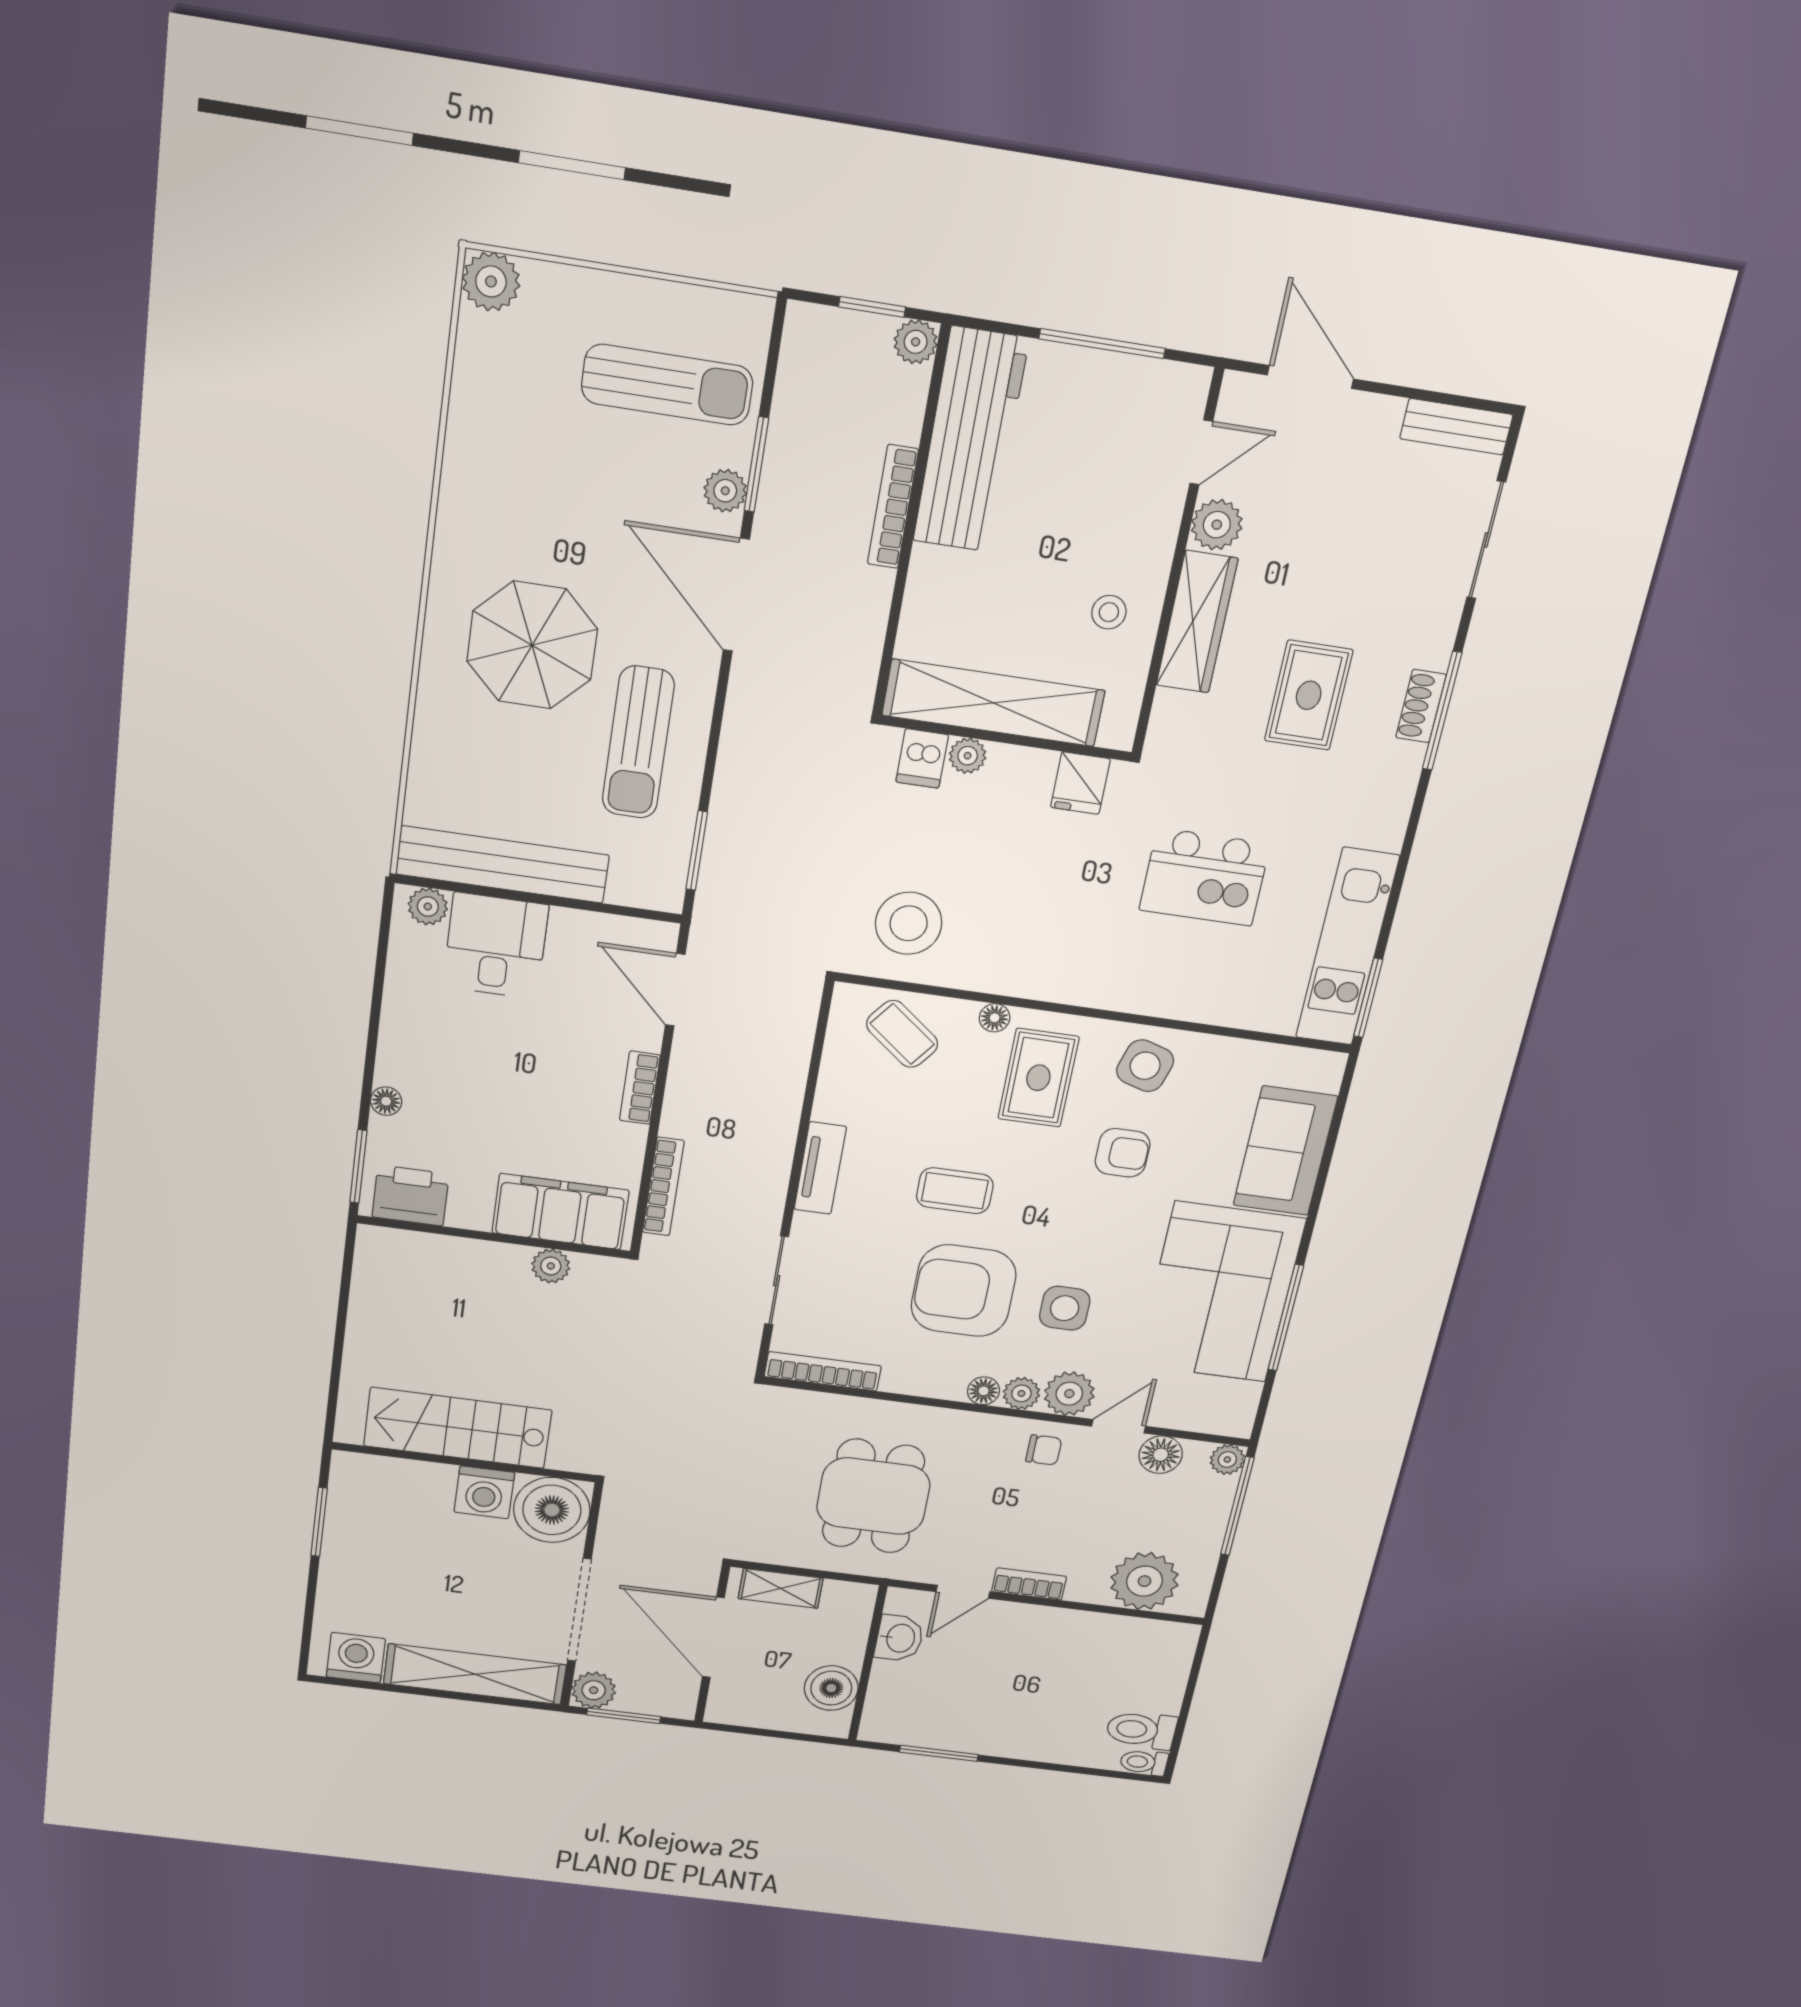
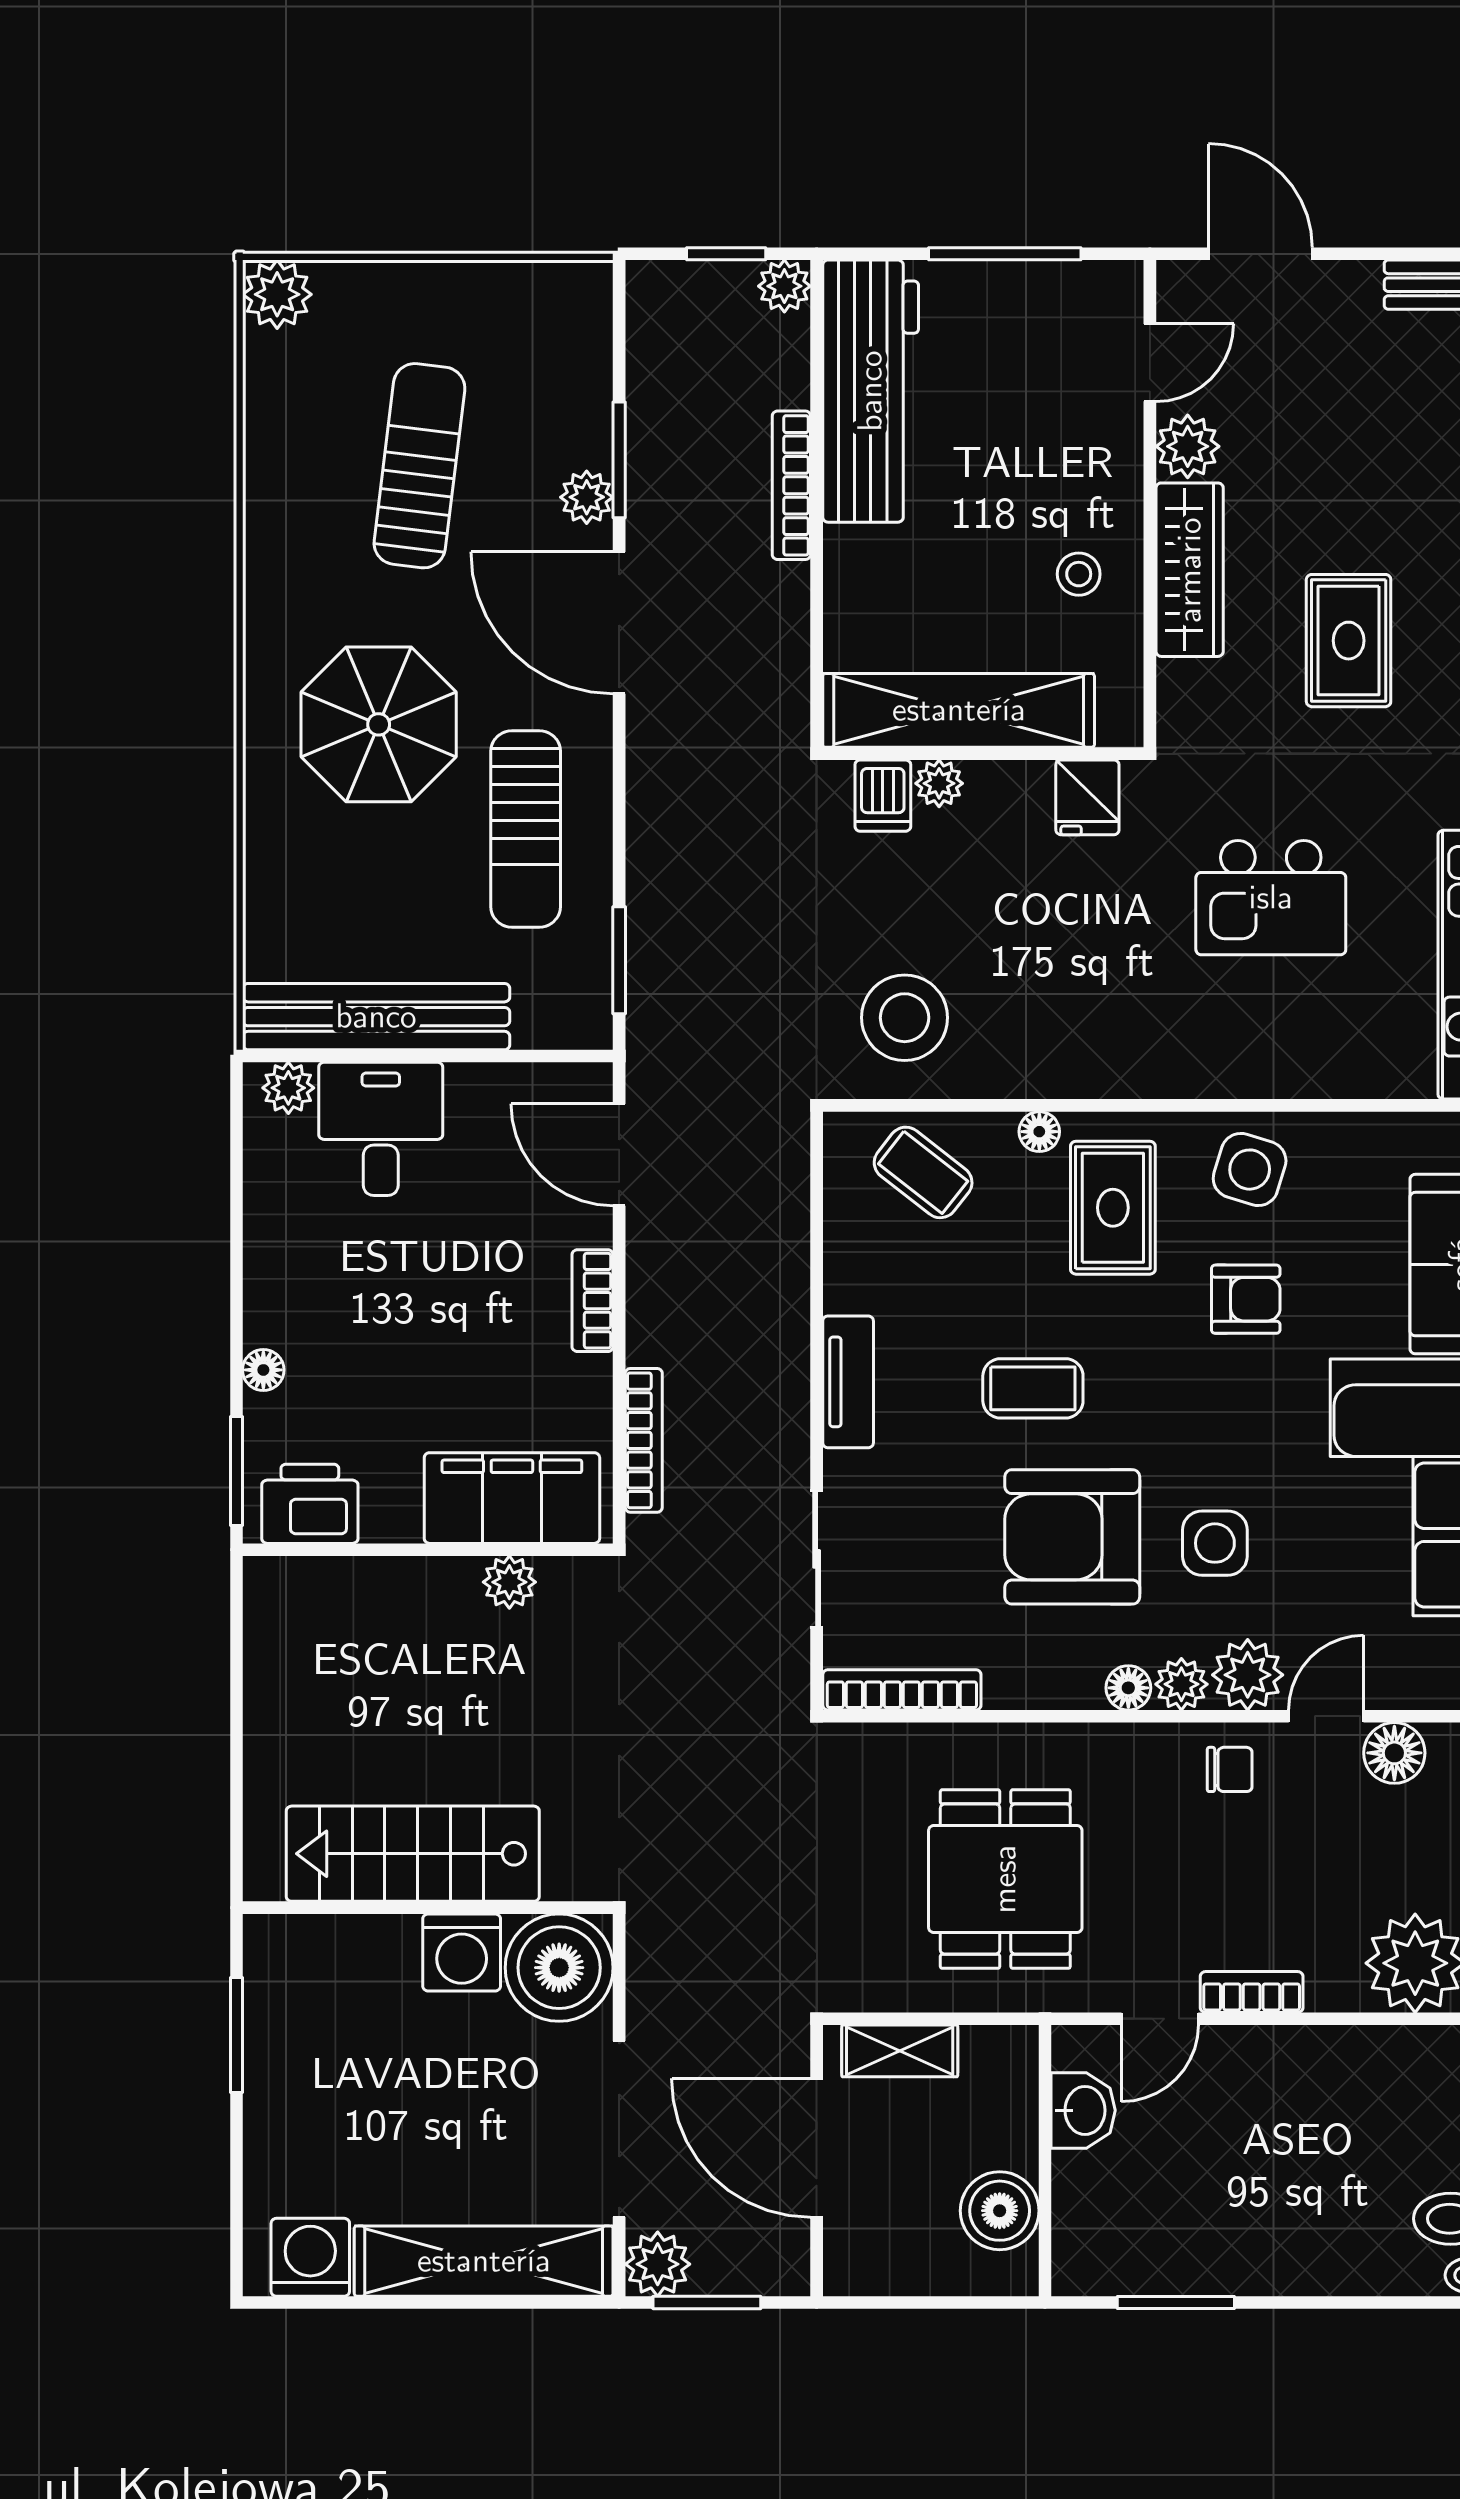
sun lounger: (667, 385) -> (419, 466), moved, turned -83

